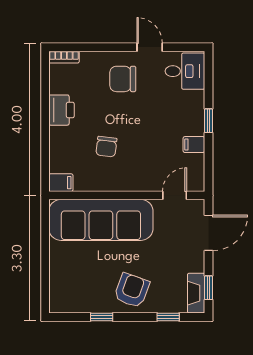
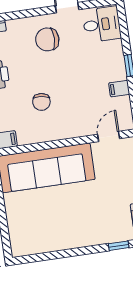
armchair: (132, 290) -> (83, 227), removed
window: (102, 317) -> (59, 254), removed

